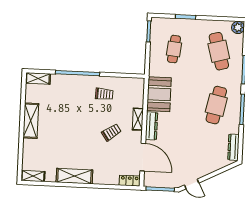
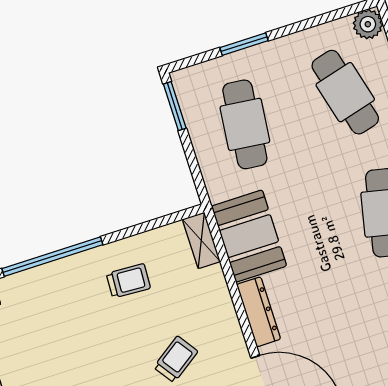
cafe table: (174, 49) -> (245, 124), width x1.37, depth x1.35
shelving: (138, 119) -> (201, 240), moved

